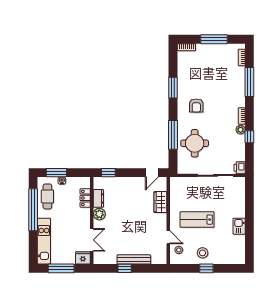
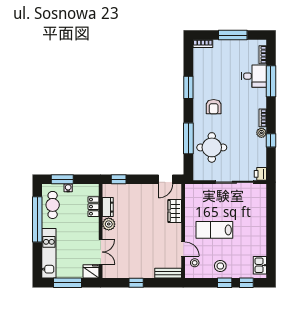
desk: (234, 77) -> (254, 76), added
kitchen sink: (239, 226) -> (260, 265), moved
bench: (134, 259) -> (168, 273), moved, width x0.73
window: (227, 268) -> (246, 283), added

